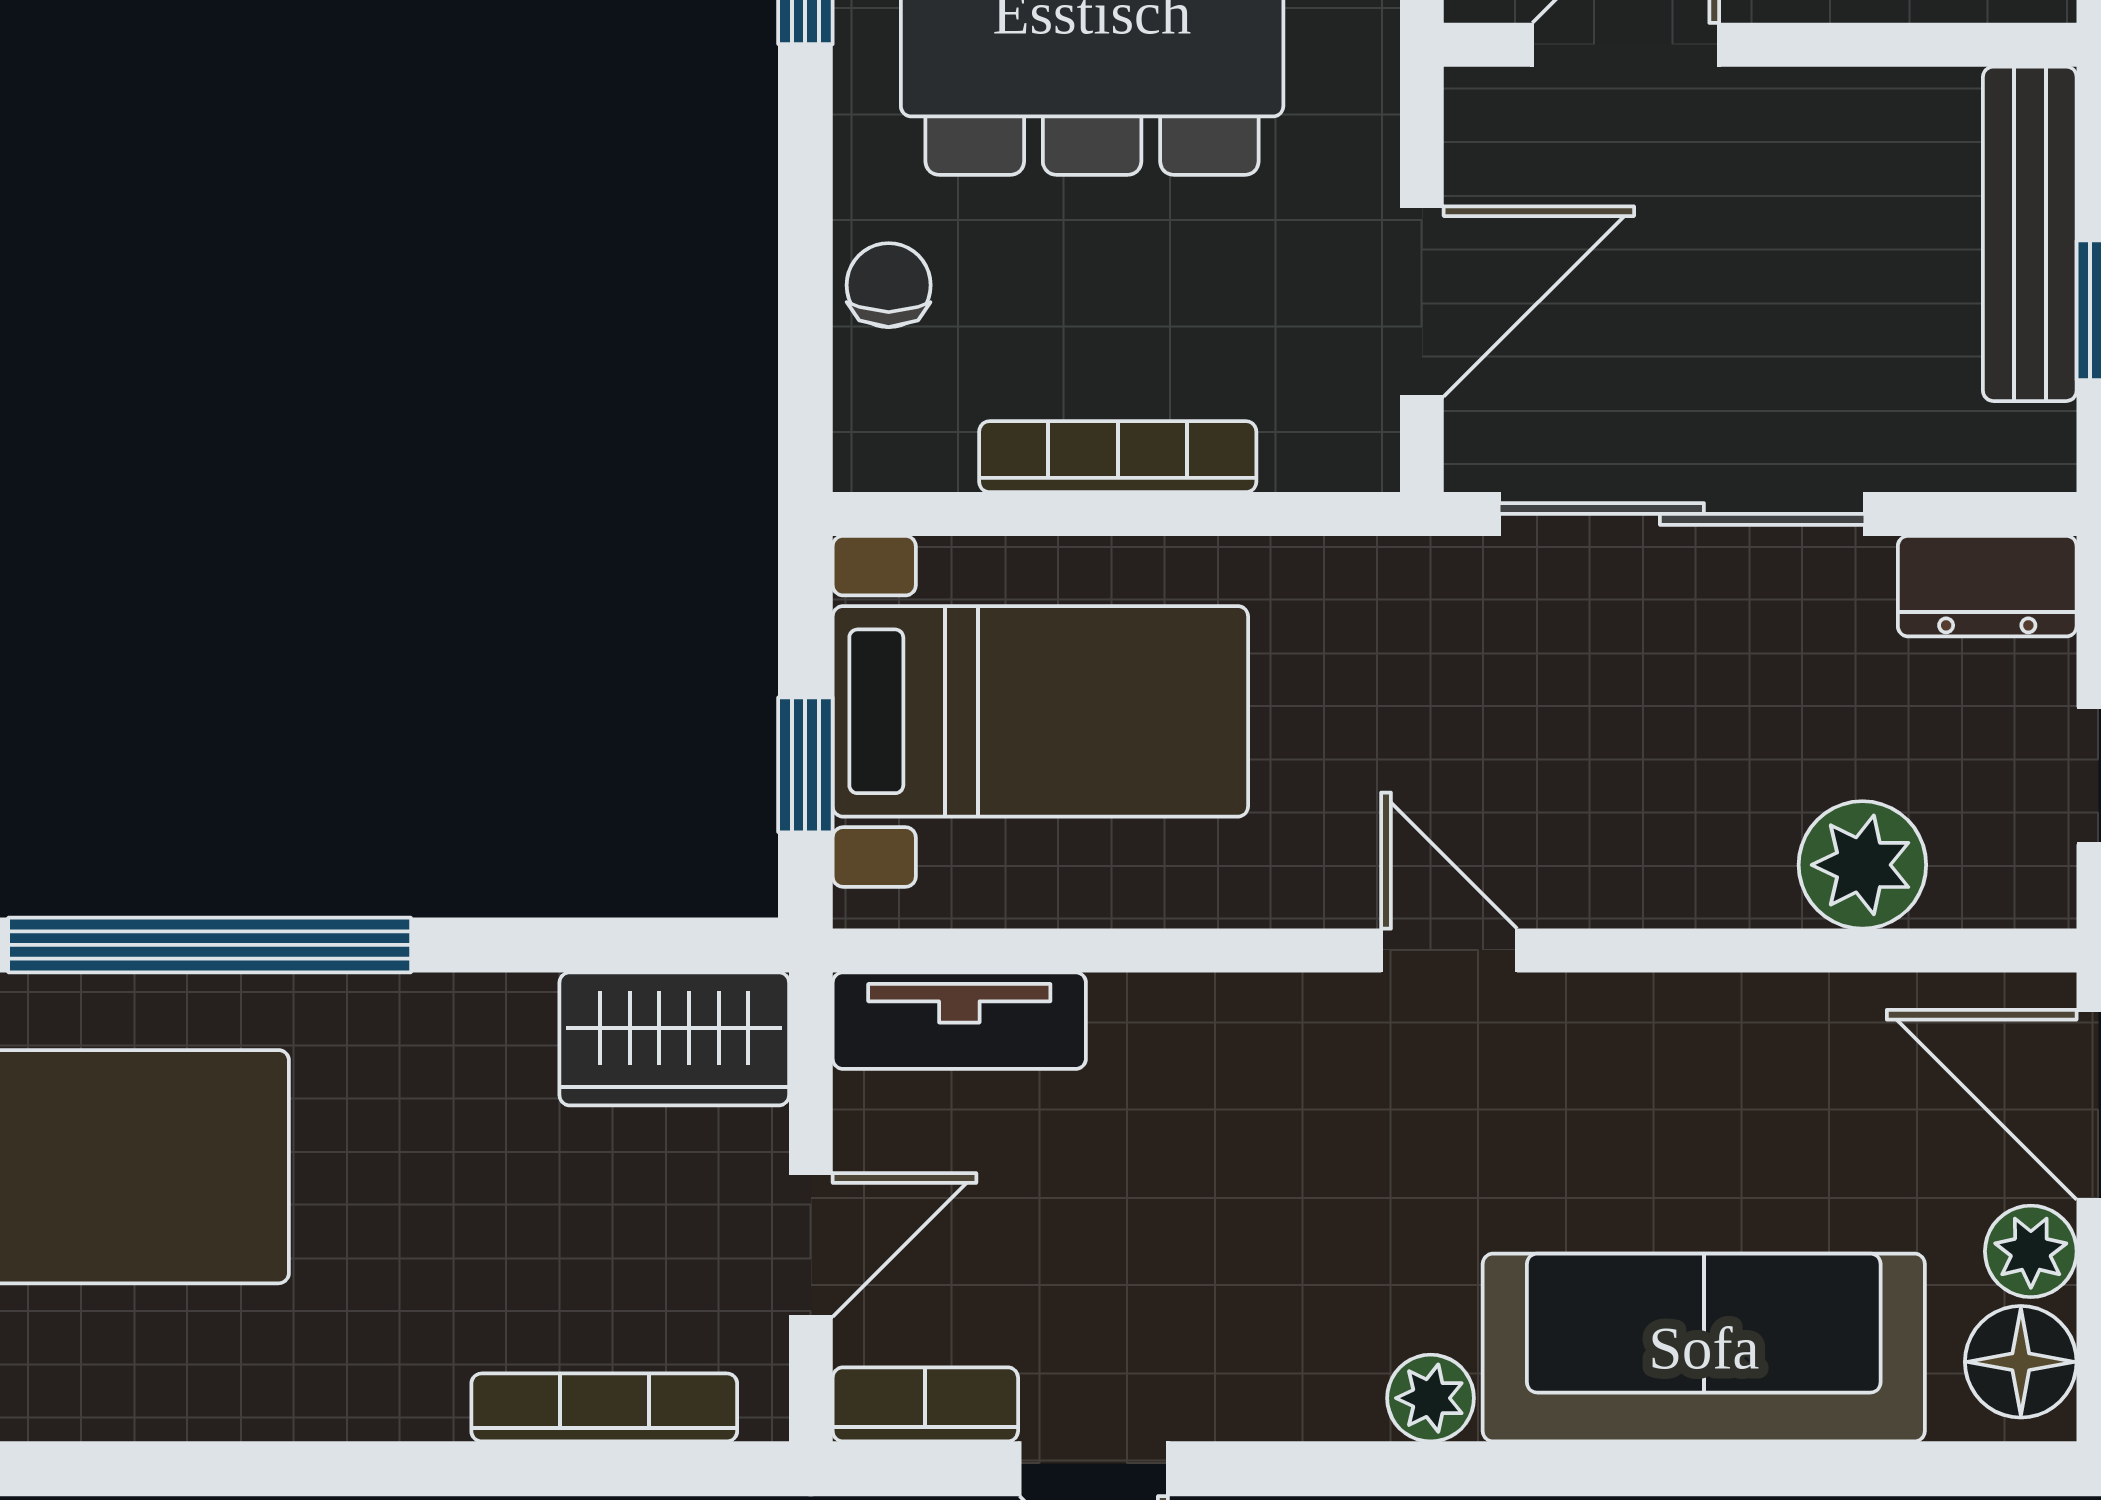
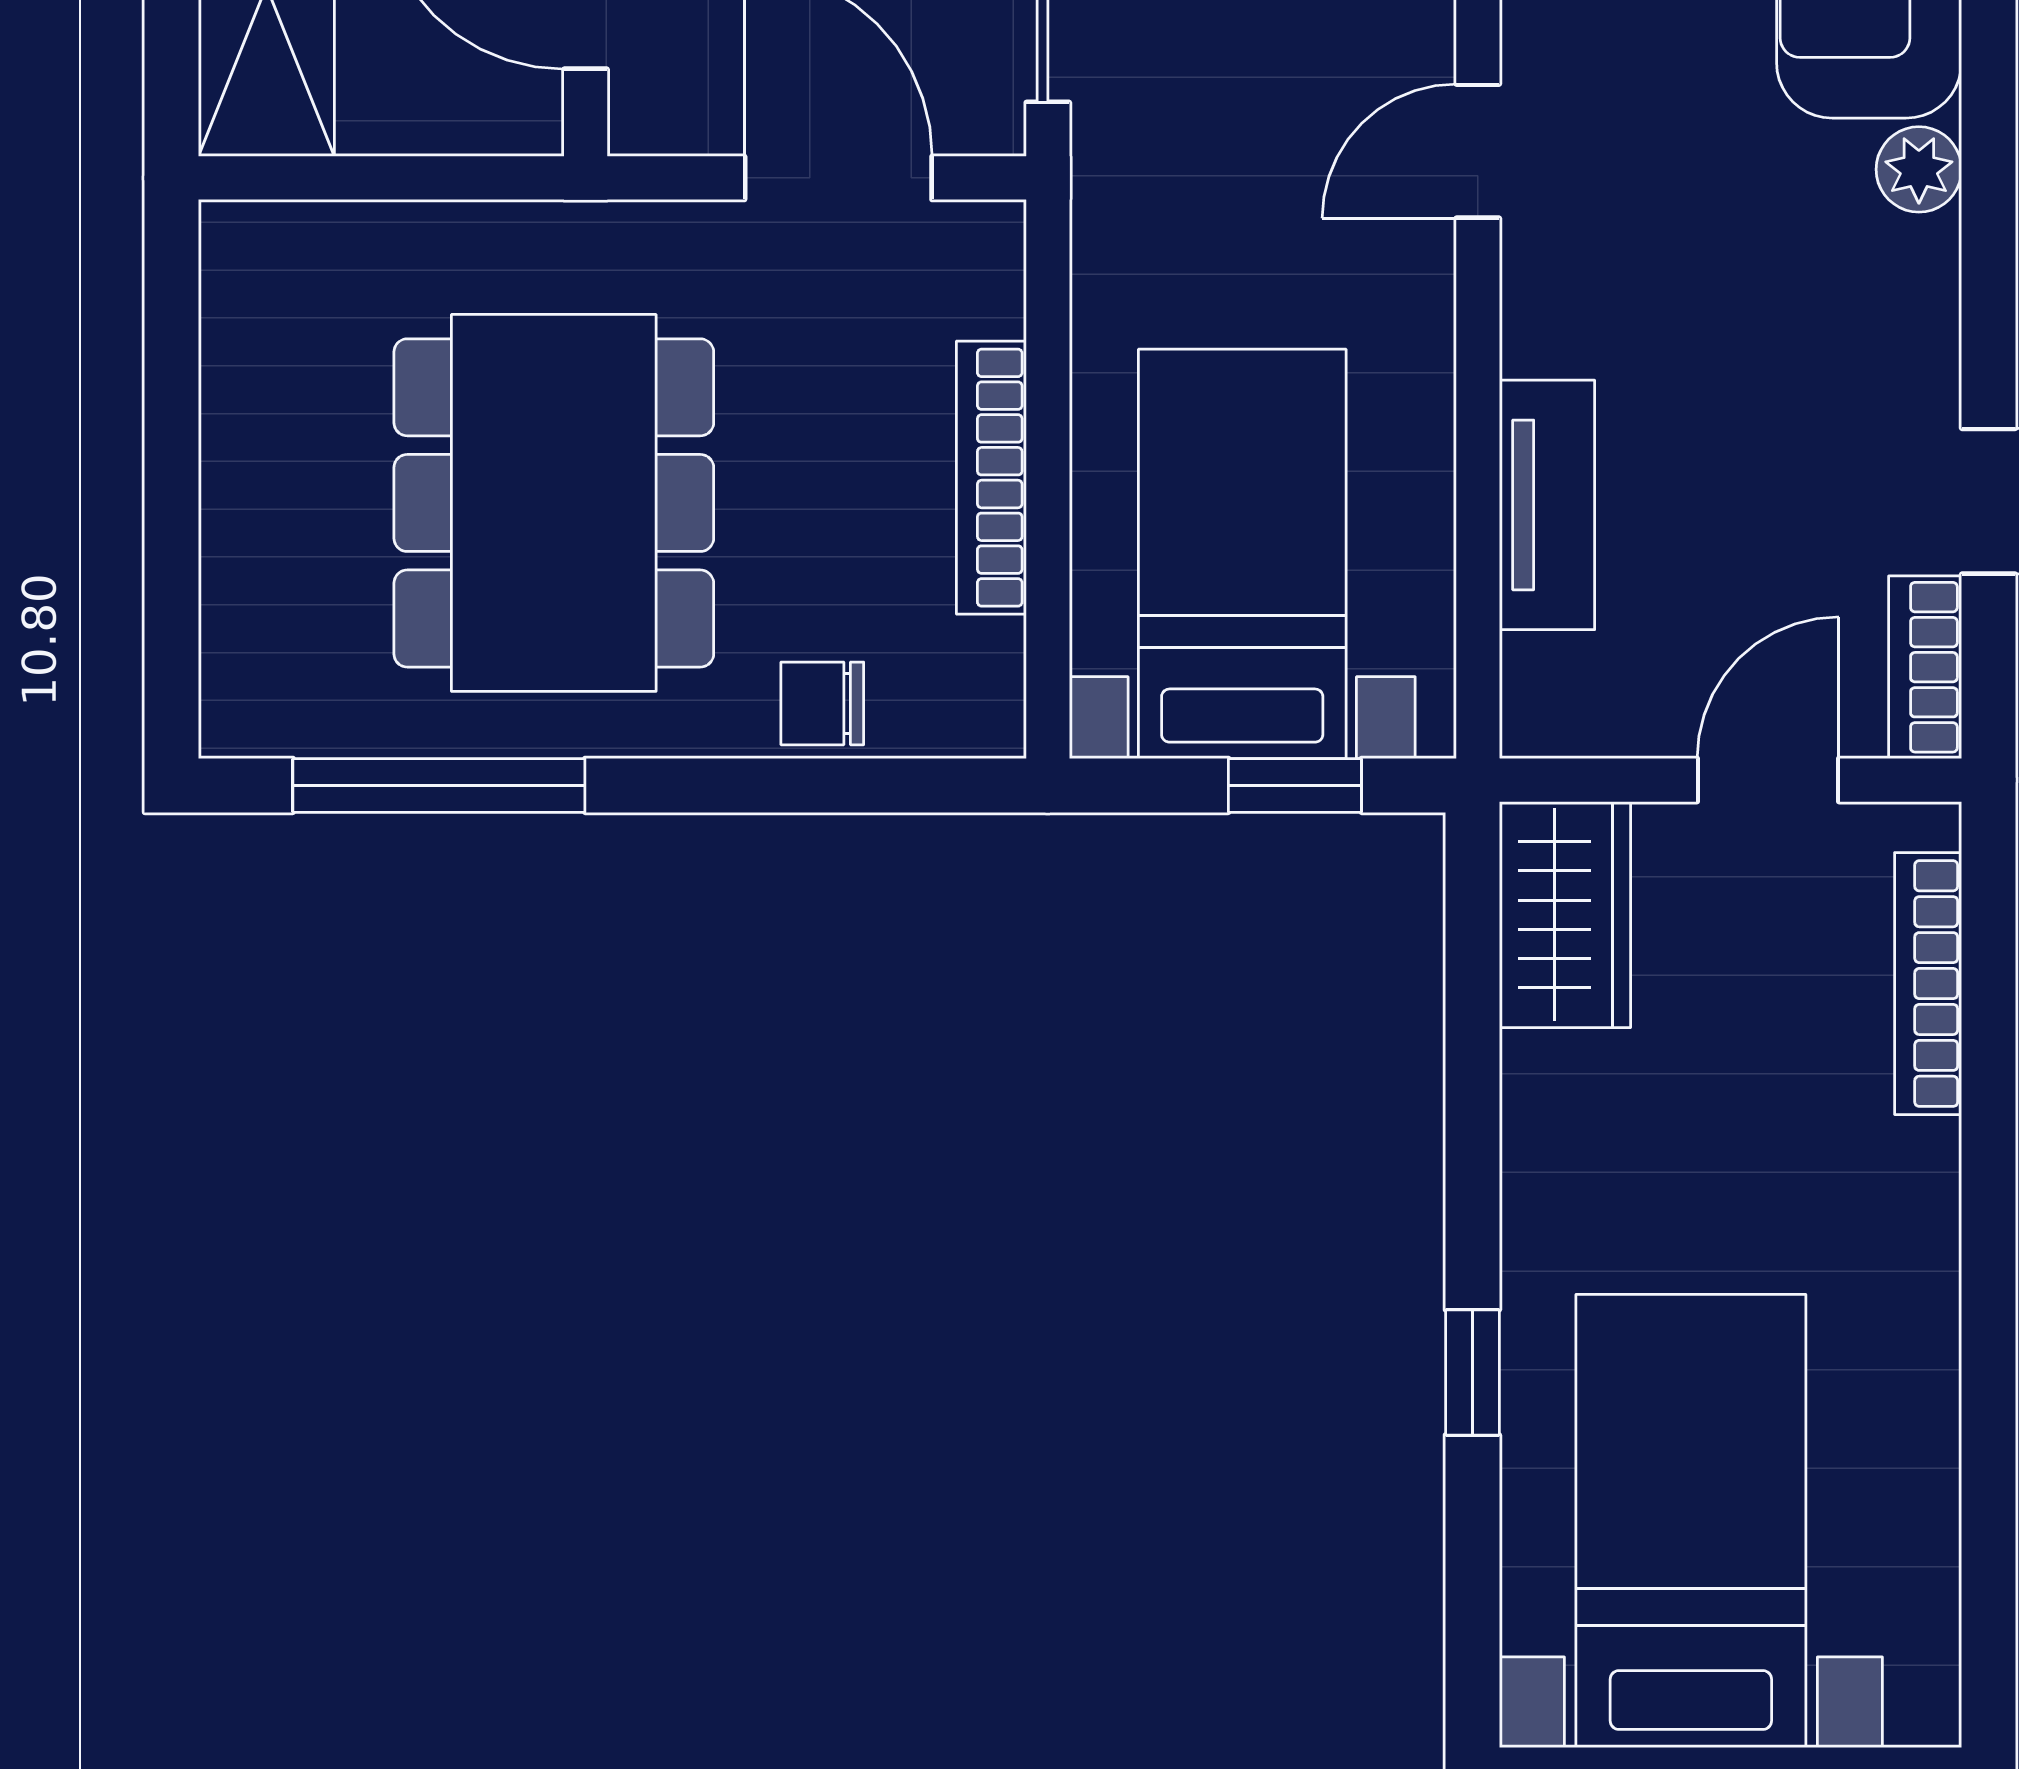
window: (210, 945) -> (1472, 1372), width x0.32
tv unit: (959, 1021) -> (1547, 505), moved
door: (811, 1245) -> (1768, 780), hinge flipped

